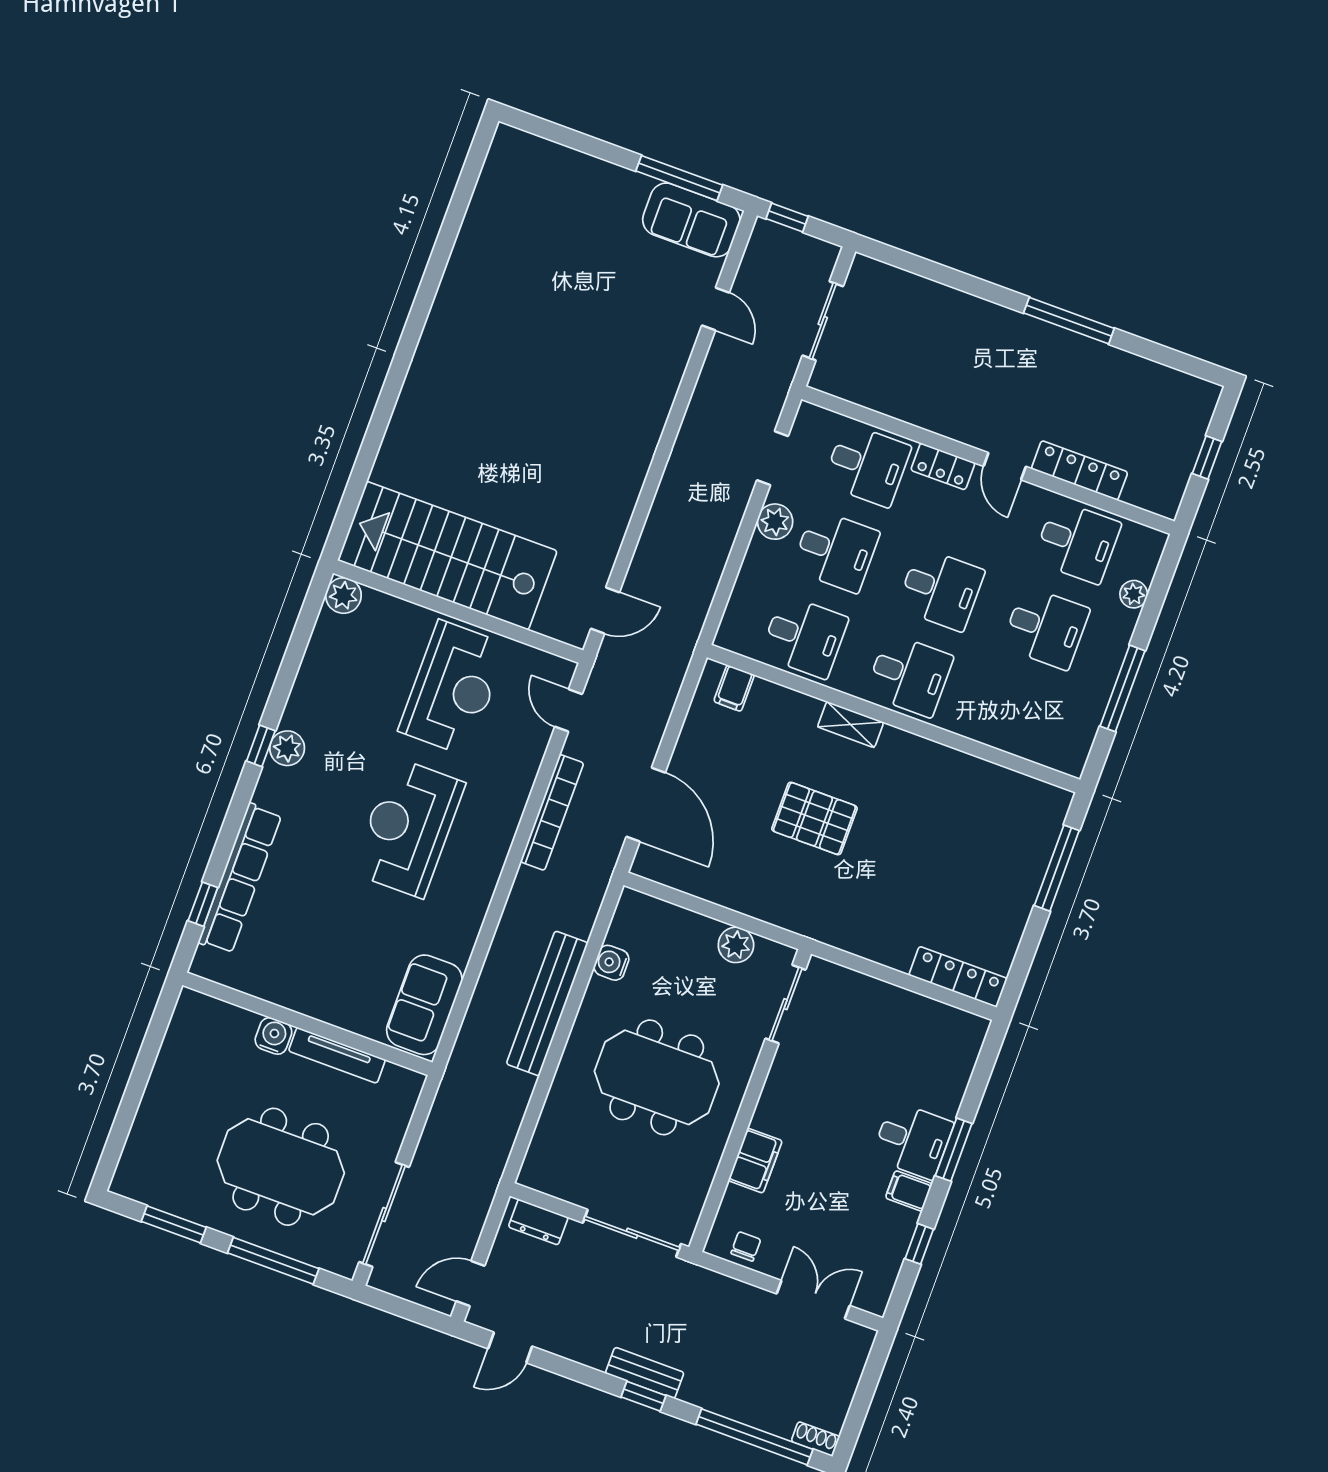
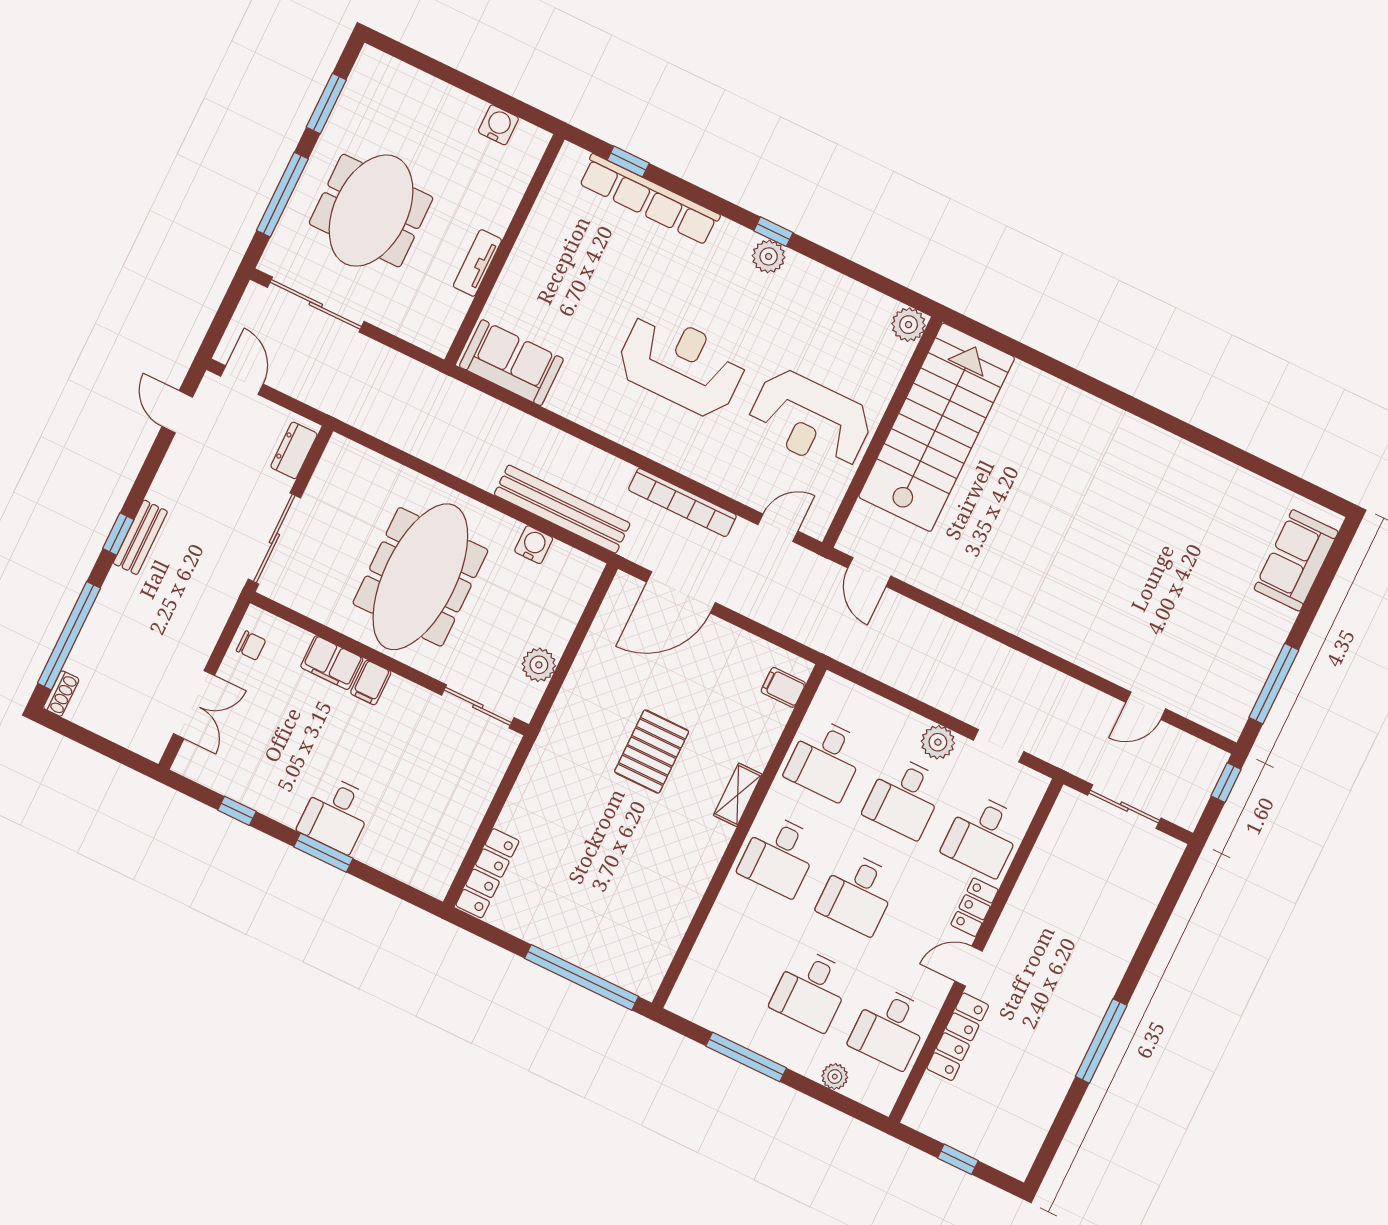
sofa: (691, 220) -> (1296, 560), moved
window: (1057, 868) -> (582, 977), width x1.46
bench: (547, 1003) -> (562, 509), moved
water cooler: (273, 1036) -> (498, 125), moved, turned -90
tv unit: (337, 1055) -> (477, 263), width x0.71
meeting table: (657, 1077) -> (420, 577), width x1.36
filing cabinet: (909, 1191) -> (371, 683), moved, turned 180

